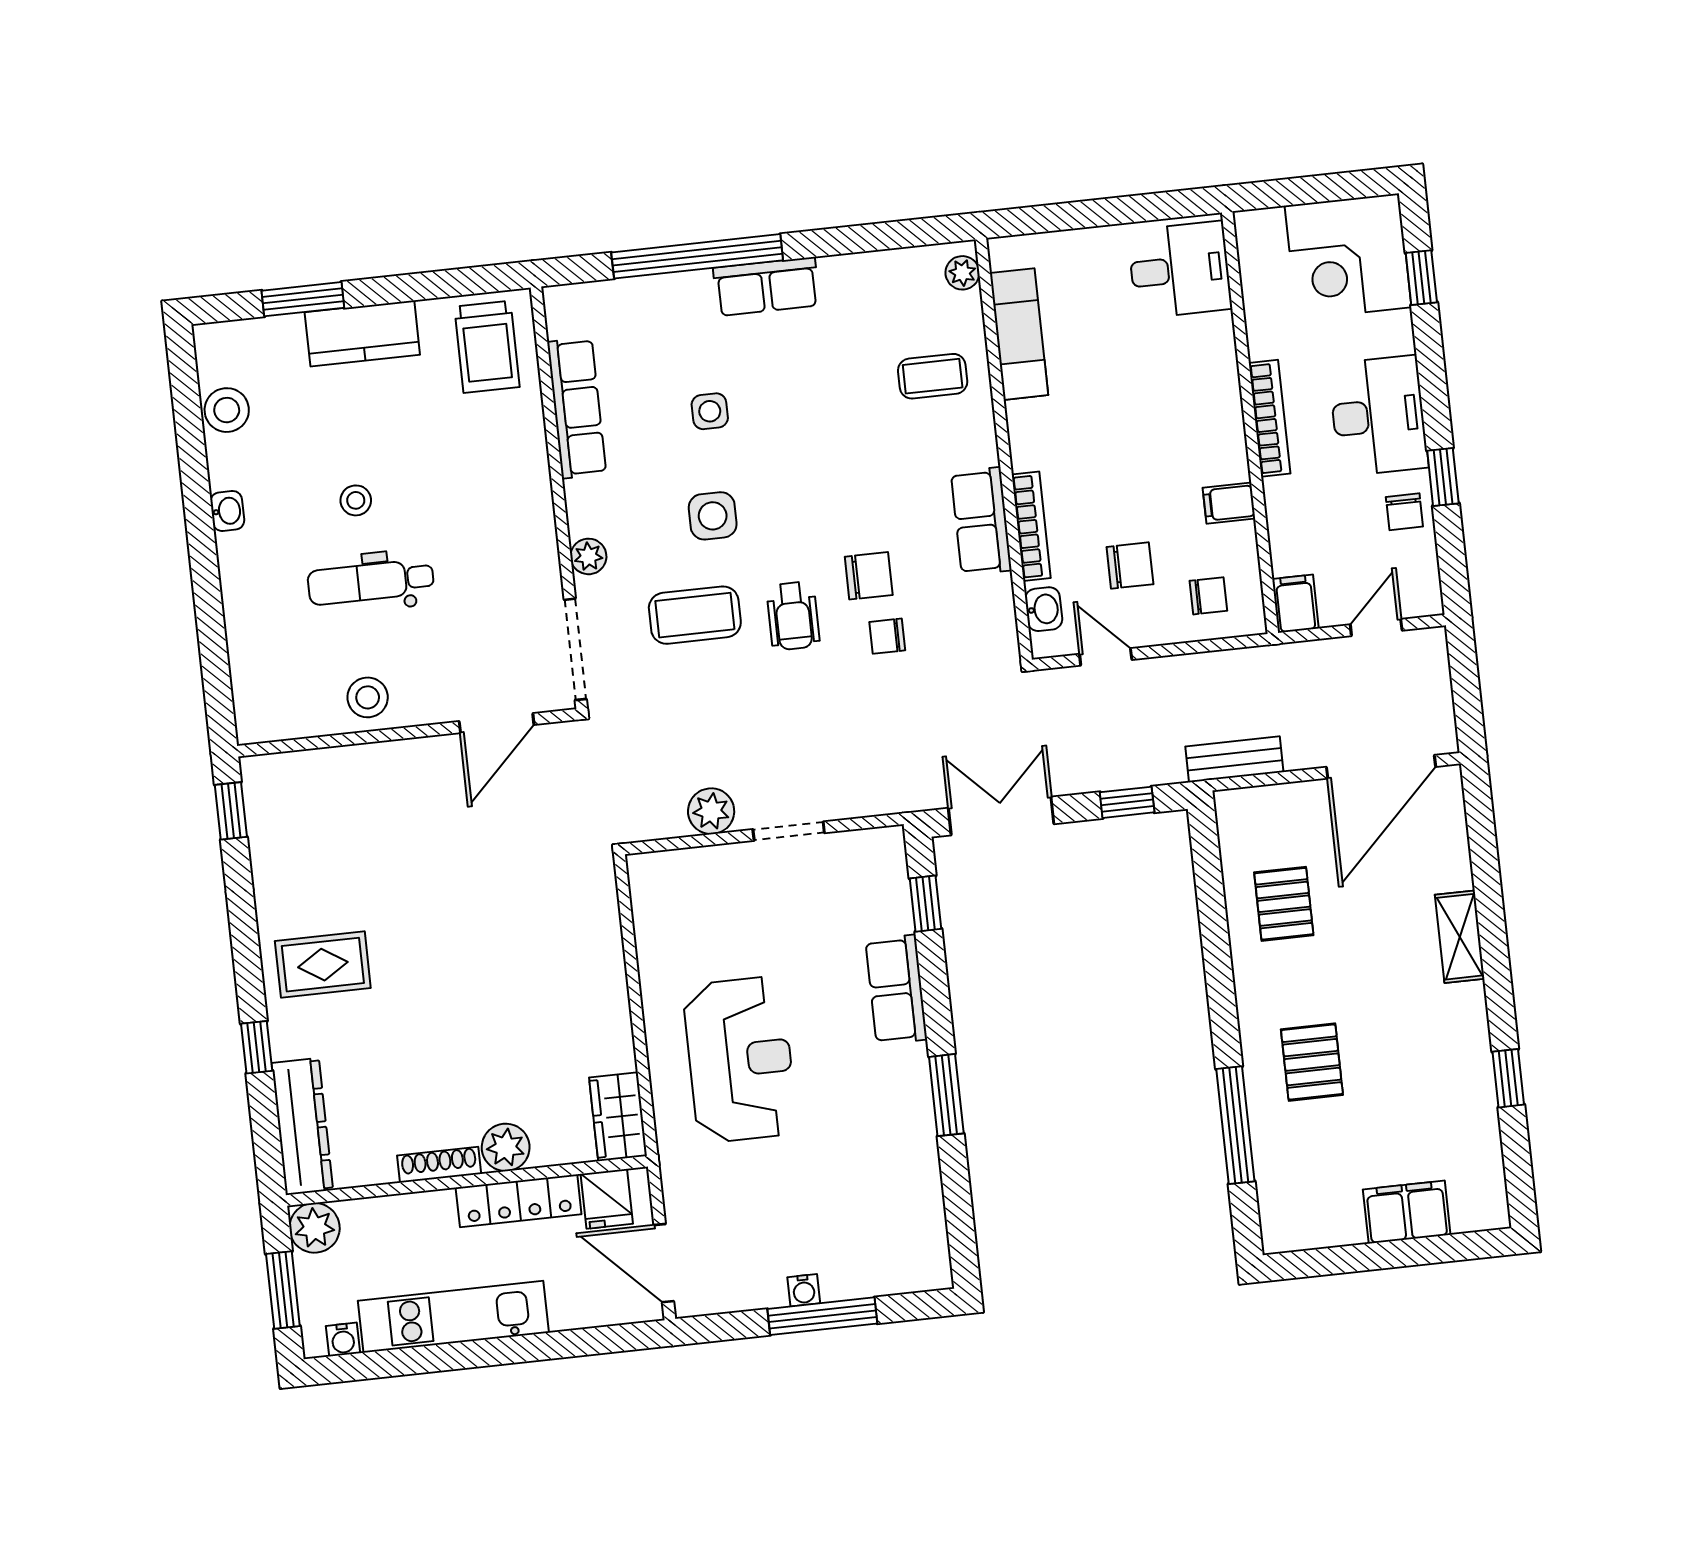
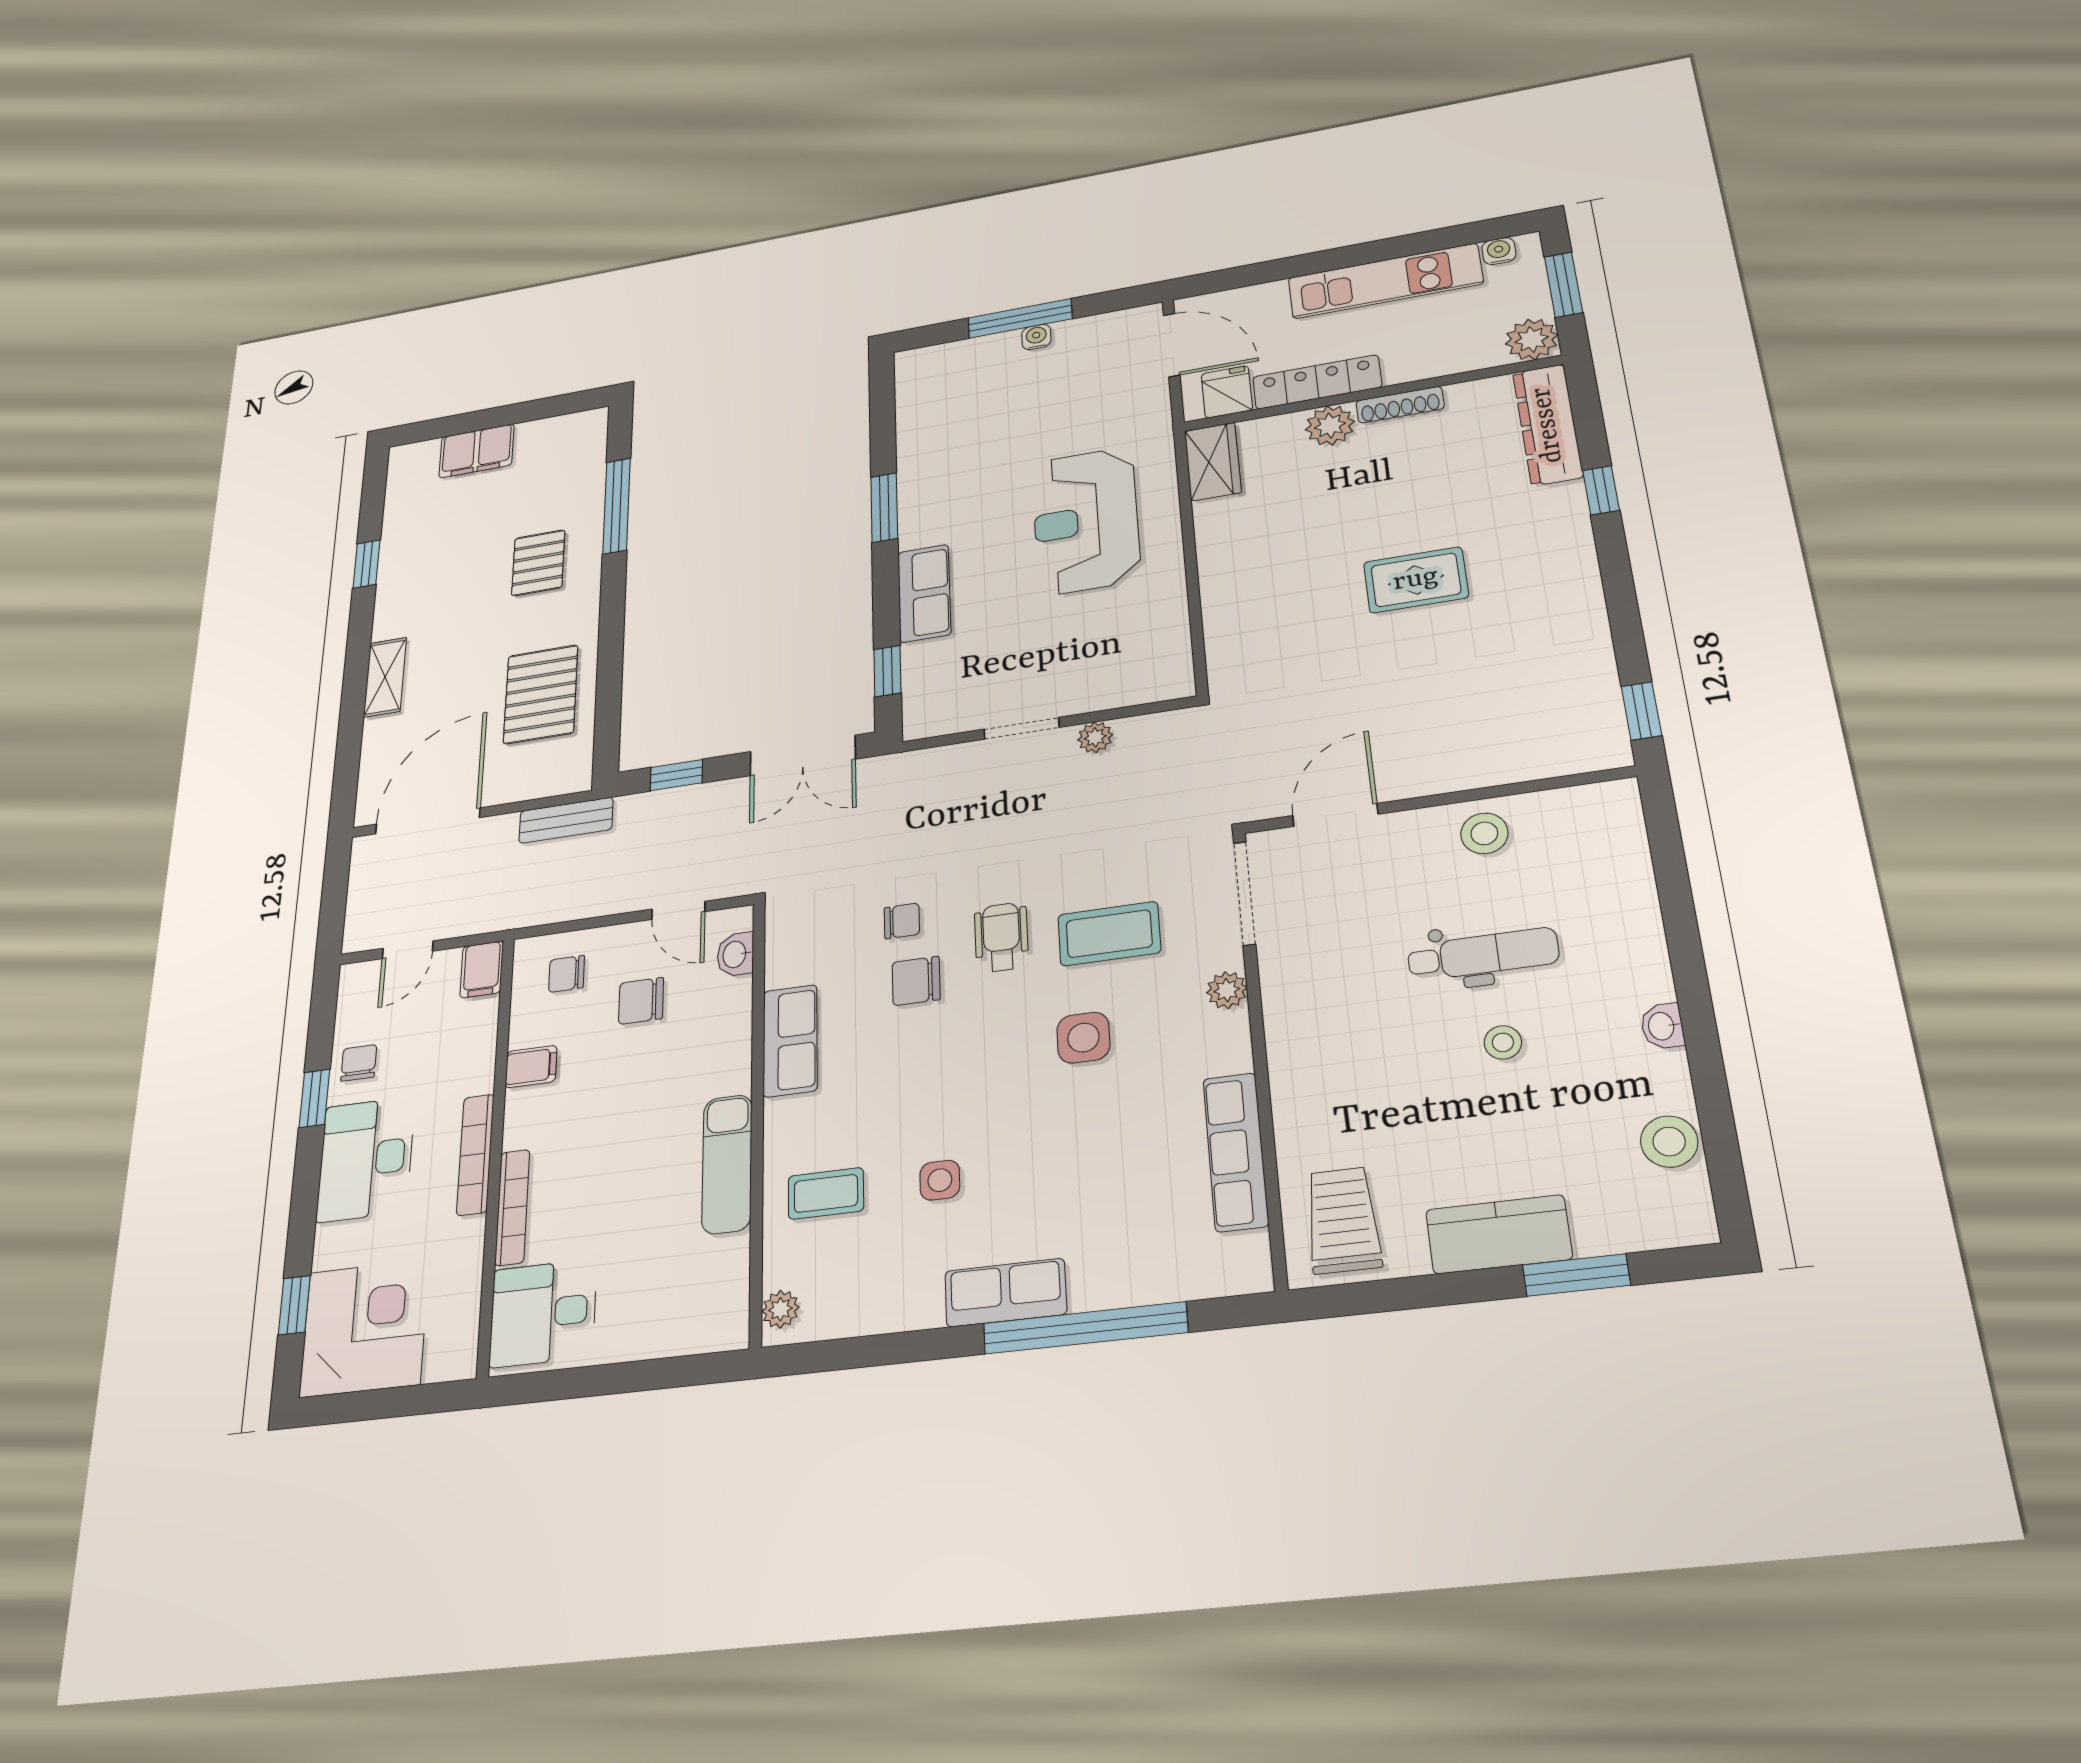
exam couch: (1019, 334) -> (727, 1164), moved
side table: (710, 411) -> (940, 1180), moved
bookcase: (1031, 526) -> (512, 1207), moved, turned 180
plant: (711, 811) -> (1095, 737), width x0.73, depth x0.73
pallet: (1284, 904) -> (541, 694), width x1.50, depth x1.42
rug: (323, 965) -> (1416, 580), moved

